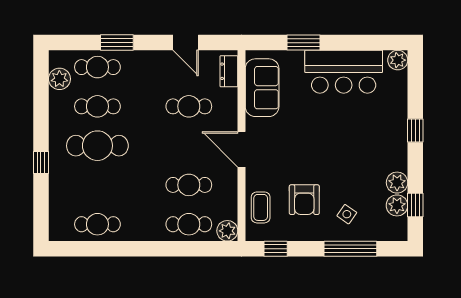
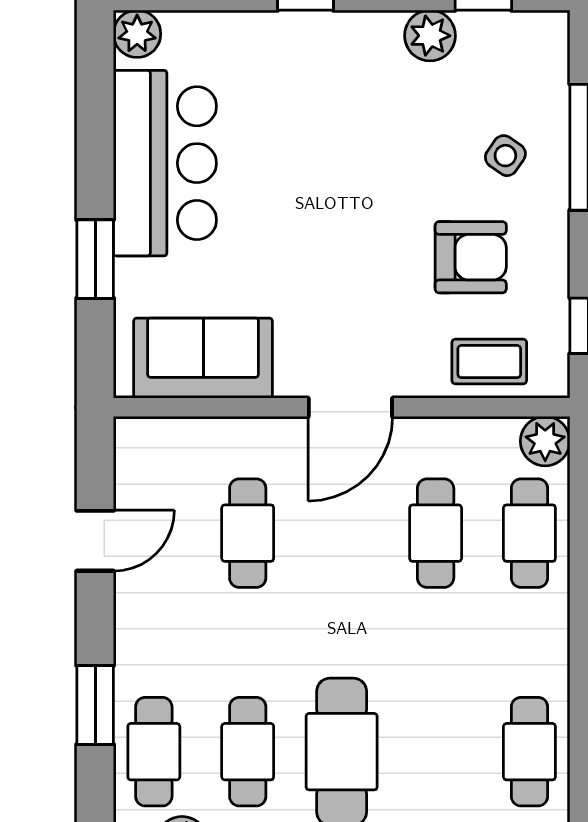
dresser: (229, 71) -> (164, 437), removed
plant: (397, 205) -> (485, 36), removed

